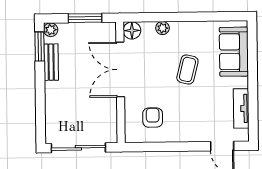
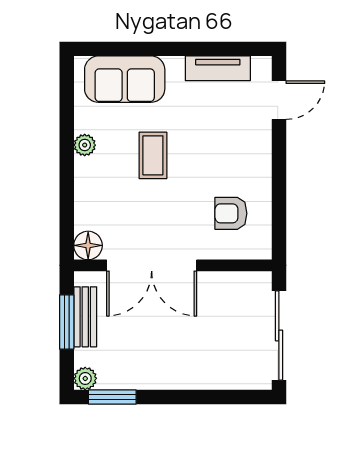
plant: (162, 28) -> (85, 145), moved
bench: (51, 62) -> (85, 317), moved, turned 90
coffee table: (187, 69) -> (153, 155), turned 76

